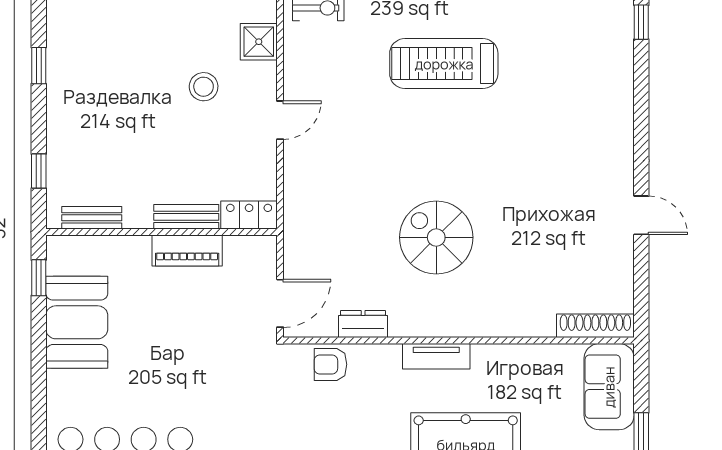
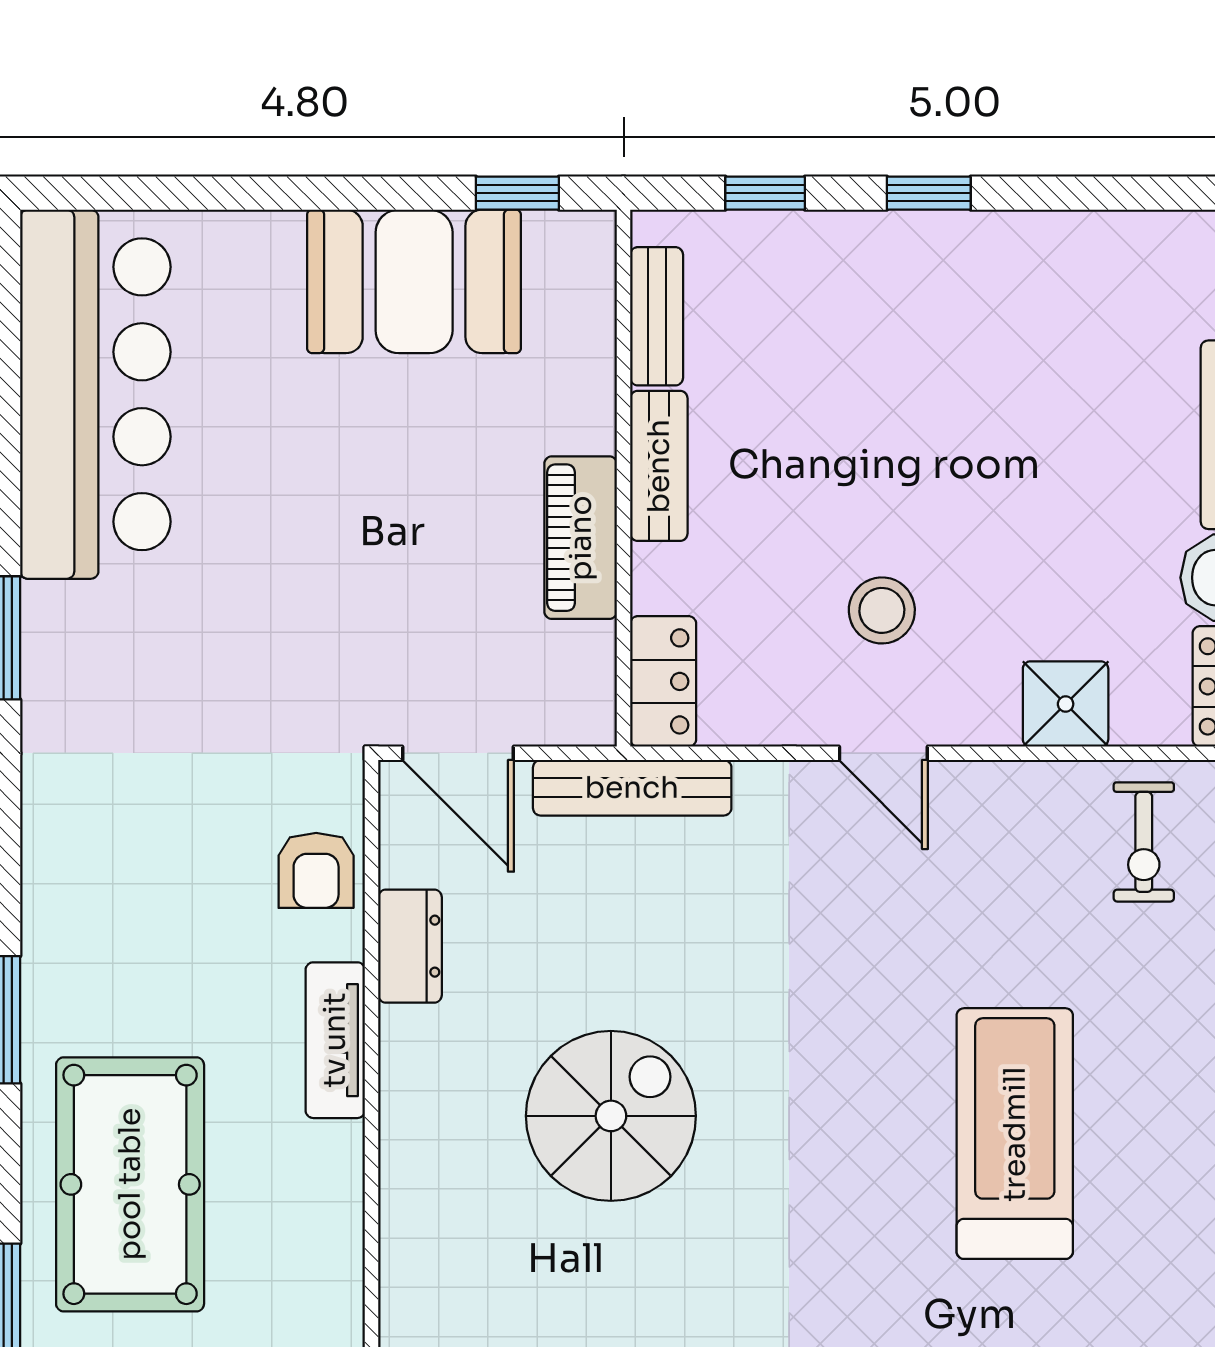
window: (39, 66) -> (929, 193), moved
stool: (204, 87) -> (882, 610), moved
bench: (186, 217) -> (659, 466), moved
bench: (295, 228) -> (632, 788), added
tv unit: (436, 356) -> (335, 1040), moved
armchair: (330, 364) -> (316, 870), turned 180

